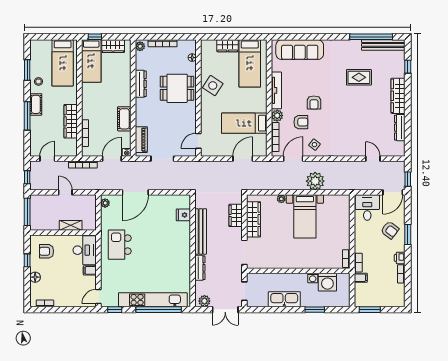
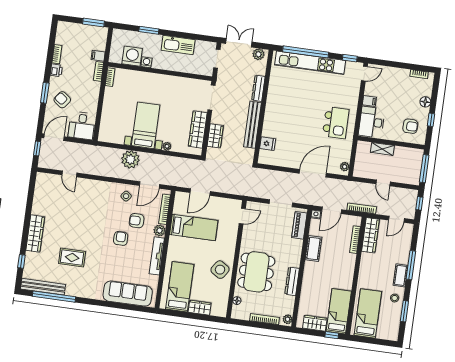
dining table: (177, 88) -> (256, 272), width x1.37
wardrobe: (71, 121) -> (370, 235), moved
dresser: (400, 128) -> (38, 201), removed

